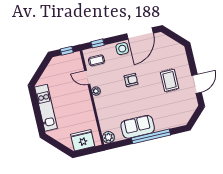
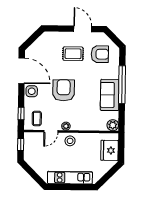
armchair: (131, 80) -> (64, 90), width x1.88, depth x1.88
stool: (82, 99) -> (70, 141), added
armchair: (176, 107) -> (100, 54), added

